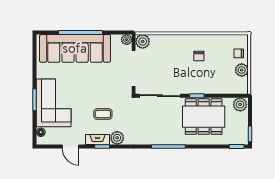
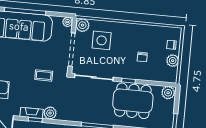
side table: (164, 56) -> (102, 40), added
chair: (199, 56) -> (142, 57), moved
coffee table: (103, 114) -> (44, 75), moved

